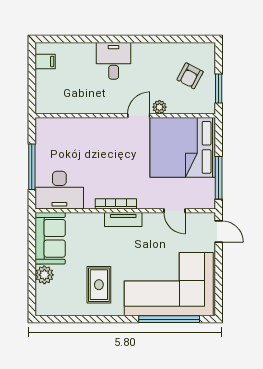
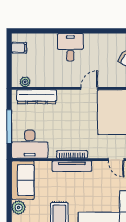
plant: (159, 107) -> (25, 82), moved
dresser: (69, 127) -> (37, 97), added
tv unit: (123, 220) -> (72, 166), width x1.41

